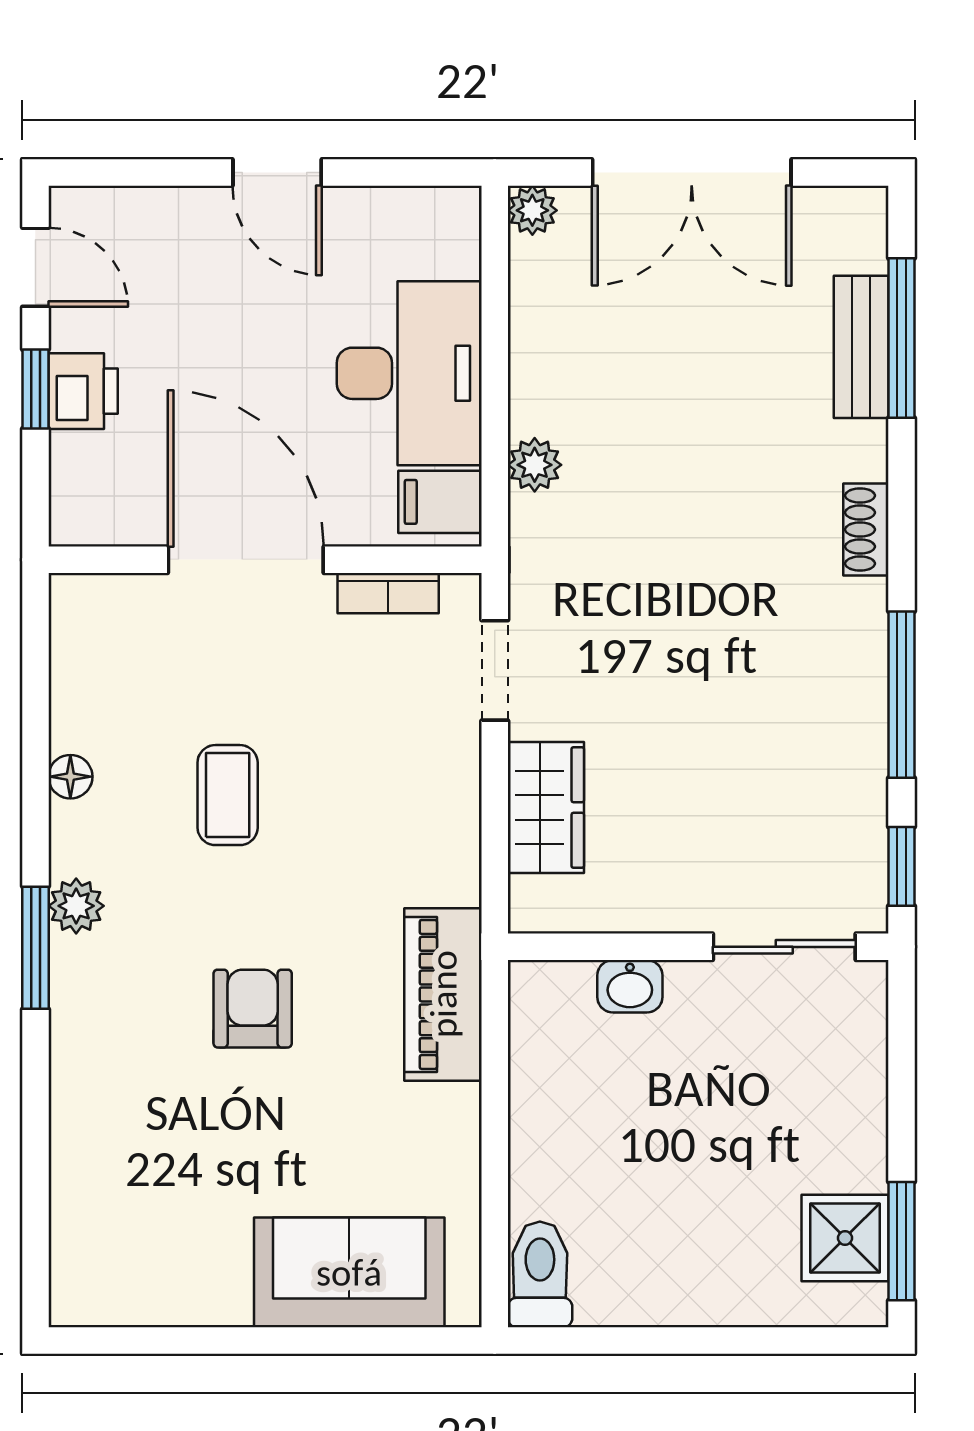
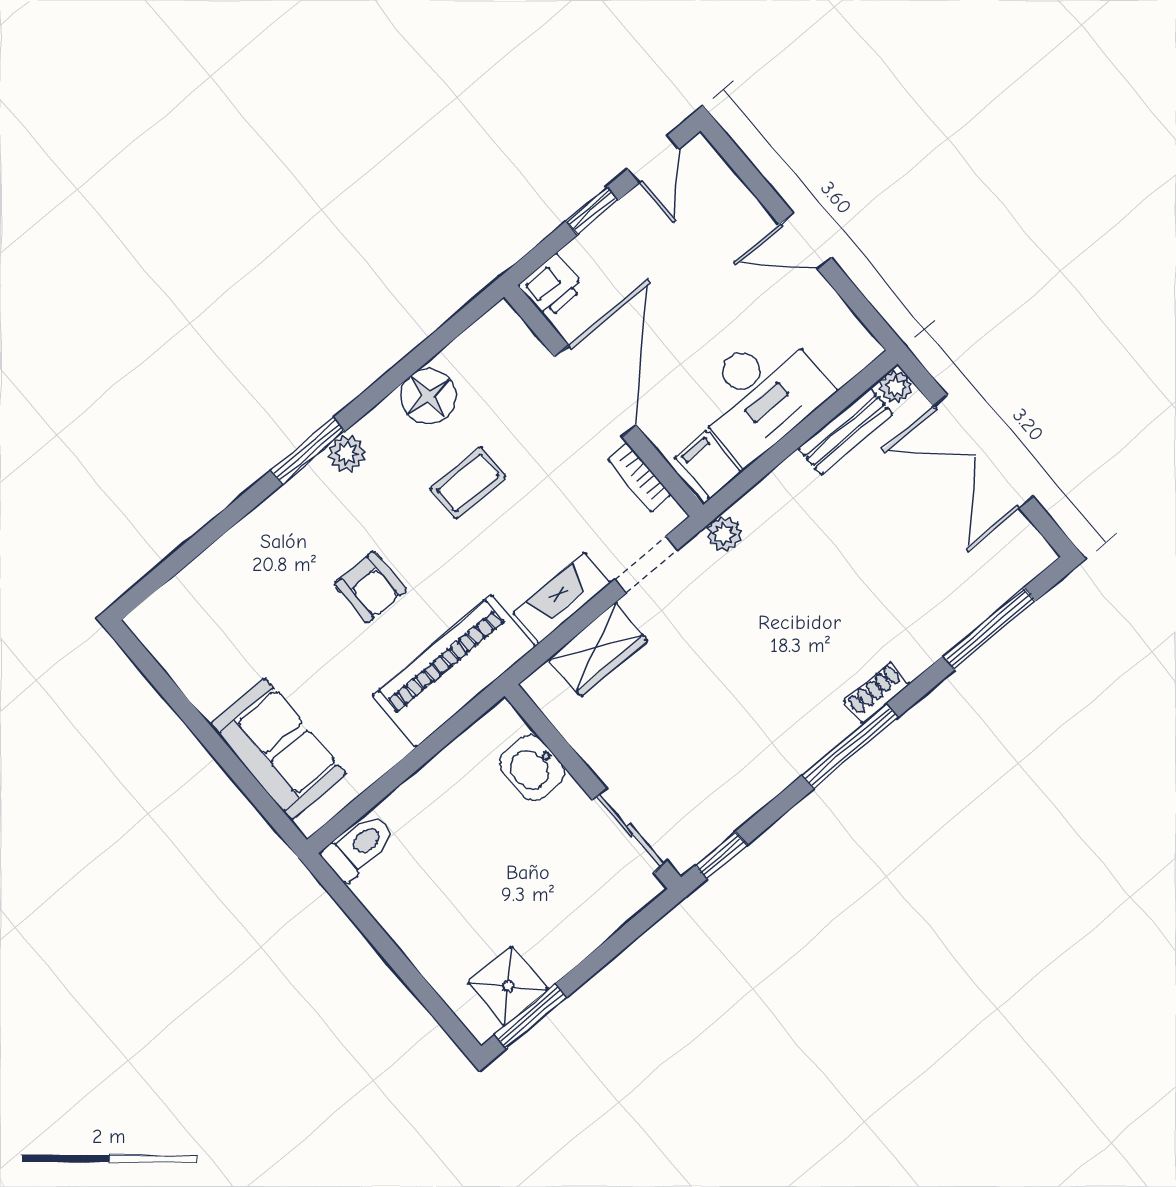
door: (277, 173) -> (805, 241), hinge flipped
bench: (861, 347) -> (845, 431), moved
printer: (83, 391) -> (552, 286), moved
plant: (535, 465) -> (724, 534), moved
window: (901, 695) -> (850, 746), moved
floor lamp: (70, 777) -> (428, 397), width x1.89, depth x1.89
fireplace: (451, 800) -> (561, 598), added
washbasin: (630, 986) -> (532, 768), width x1.38, depth x1.45
piano: (443, 994) -> (454, 671), width x1.37, depth x1.33
armchair: (253, 1009) -> (370, 587), turned 90

